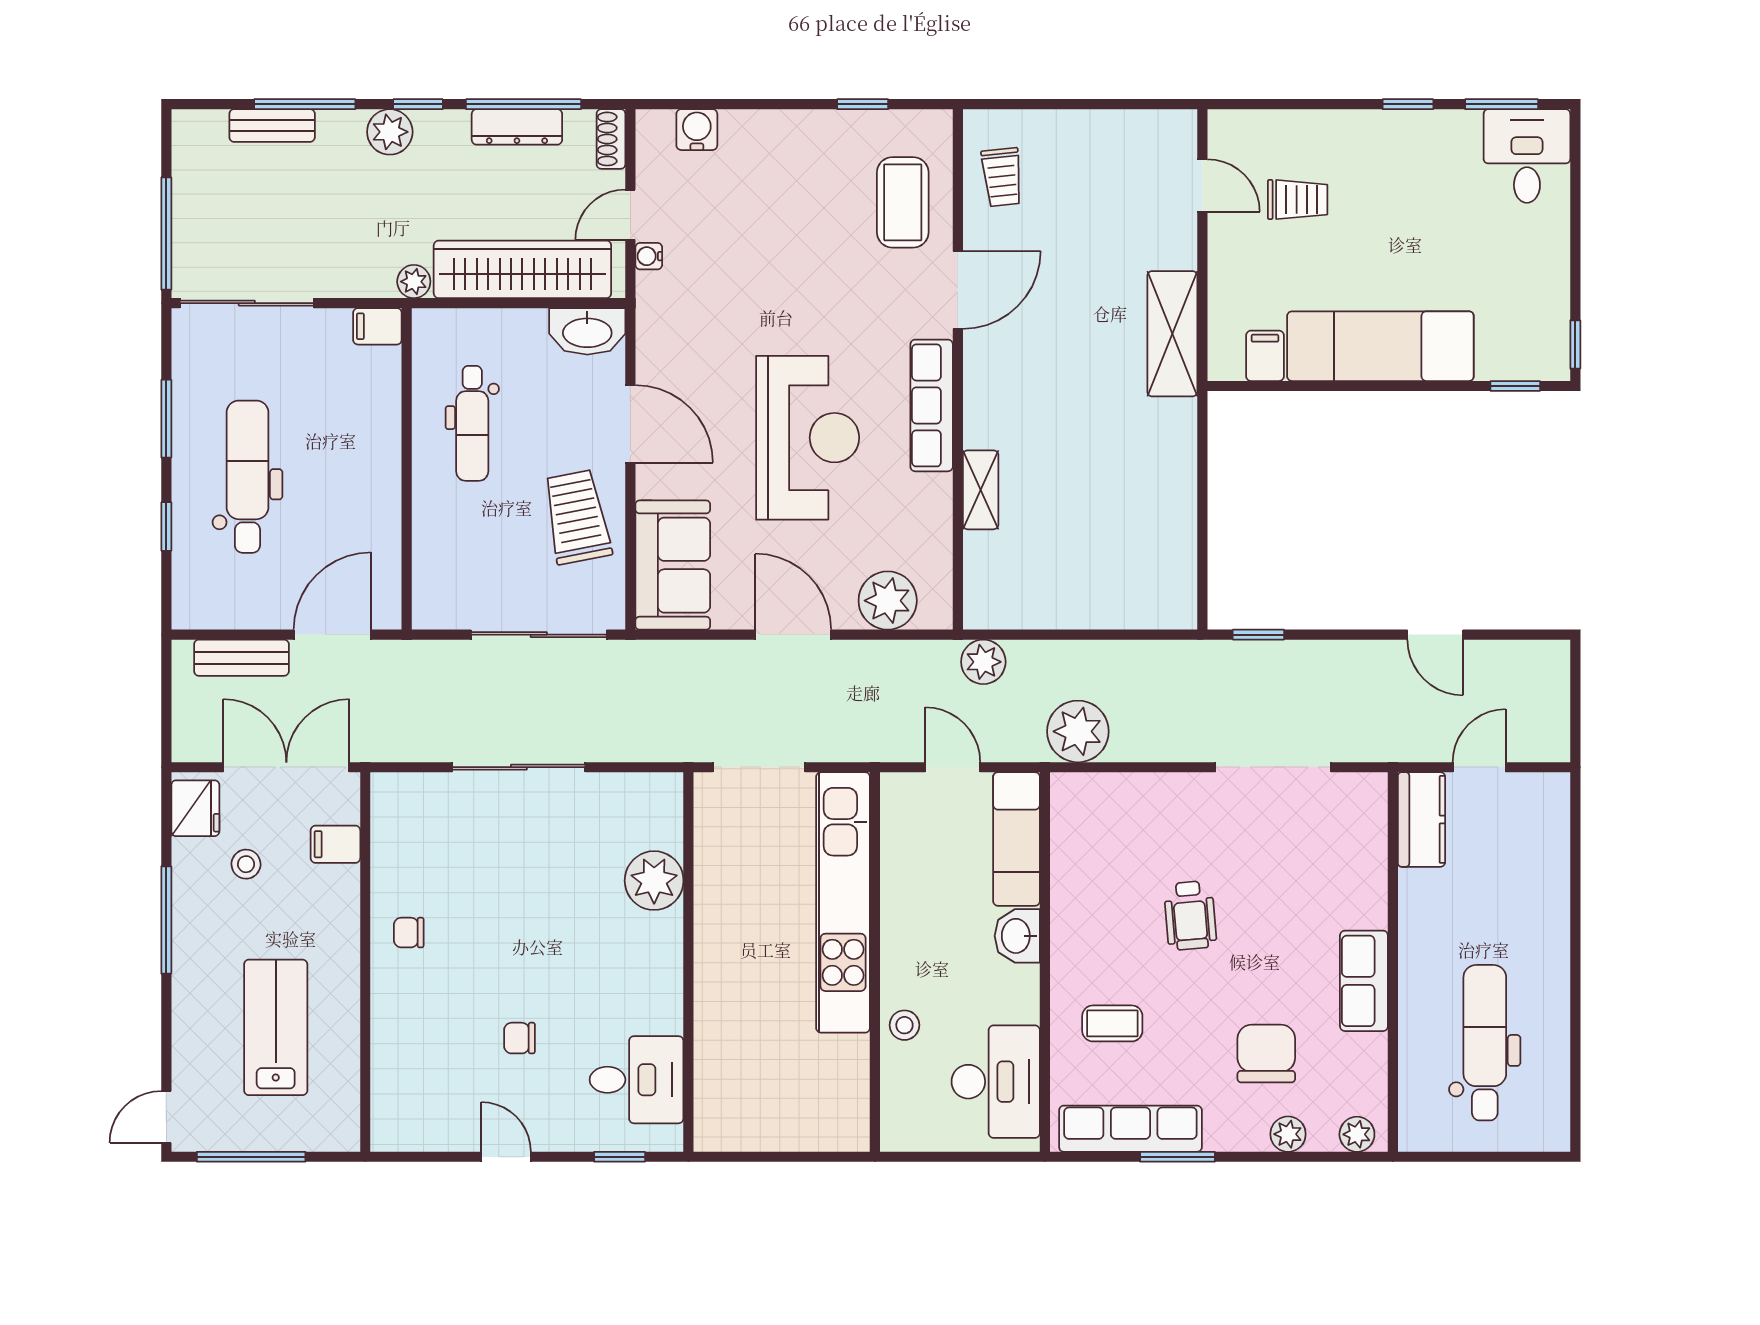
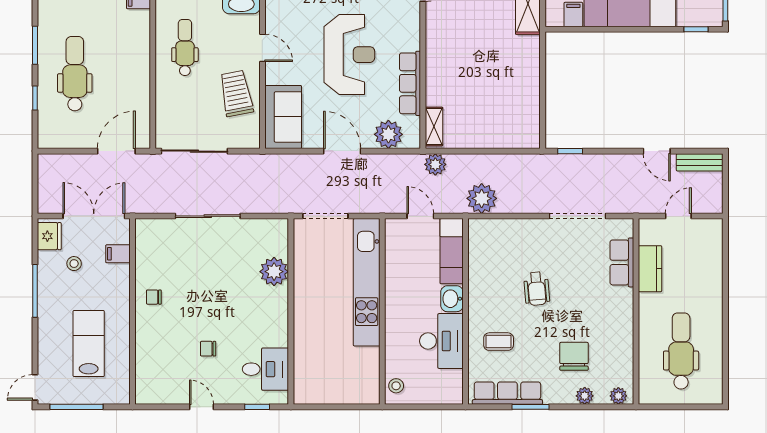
row of seats: (932, 405) -> (410, 83), moved
dental chair: (472, 423) -> (185, 48), turned 180
door: (630, 424) -> (262, 48), width x0.73
shelving: (981, 490) -> (434, 126), moved
sliding door: (539, 635) -> (194, 151), moved
bench: (241, 658) -> (700, 162), moved
kitchen counter: (1422, 819) -> (650, 269), moved
row of seats: (1364, 981) -> (622, 262), moved
stool: (904, 1025) -> (396, 386), moved
desk: (996, 1082) -> (441, 341), moved

